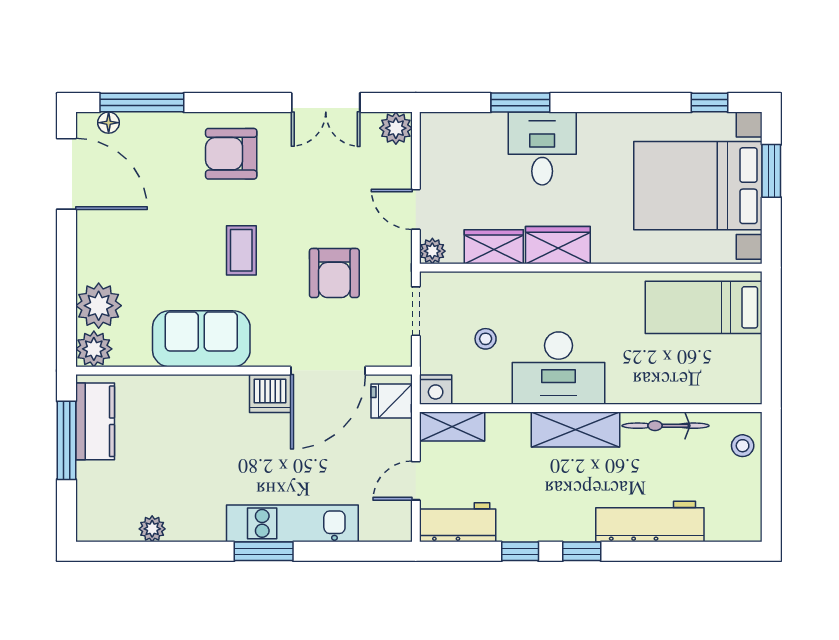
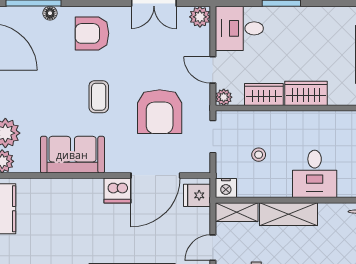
floor lamp: (109, 123) -> (50, 13), moved
desk: (542, 149) -> (239, 28), moved, turned -90
armchair: (334, 273) -> (160, 112), width x1.36, depth x1.36
desk: (559, 368) -> (315, 174), width x0.73
shelving: (575, 430) -> (289, 214), moved

